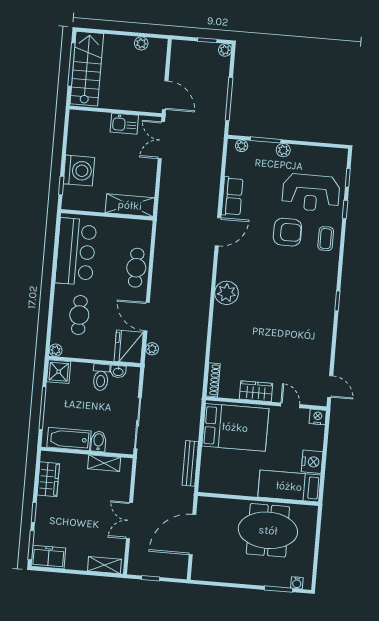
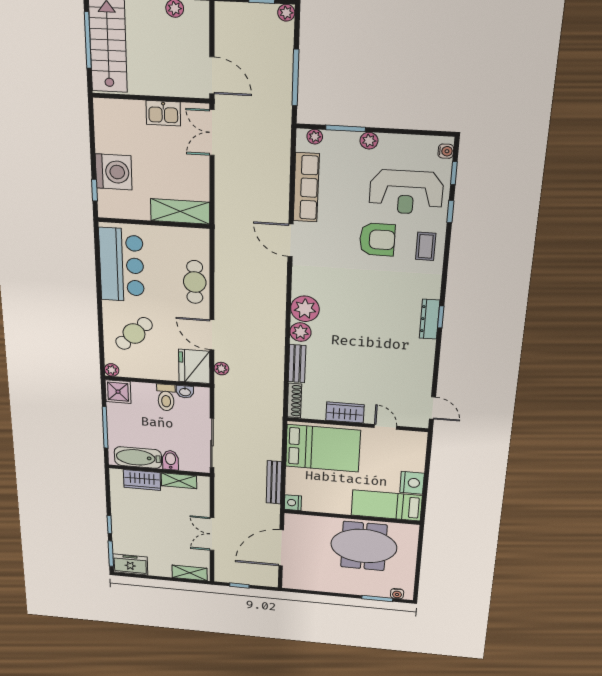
water cooler: (342, 160) -> (446, 151), added
row of seats: (232, 196) -> (306, 188), width x1.48
door: (218, 232) -> (290, 240), swing flipped
dresser: (328, 303) -> (430, 319), added
plant: (222, 314) -> (300, 332), added
cafe table: (79, 315) -> (134, 333), turned 45
bench: (217, 344) -> (297, 364), added
nightstand: (318, 417) -> (293, 503), moved, turned -90
wardrobe: (48, 479) -> (142, 480), moved, turned 90

